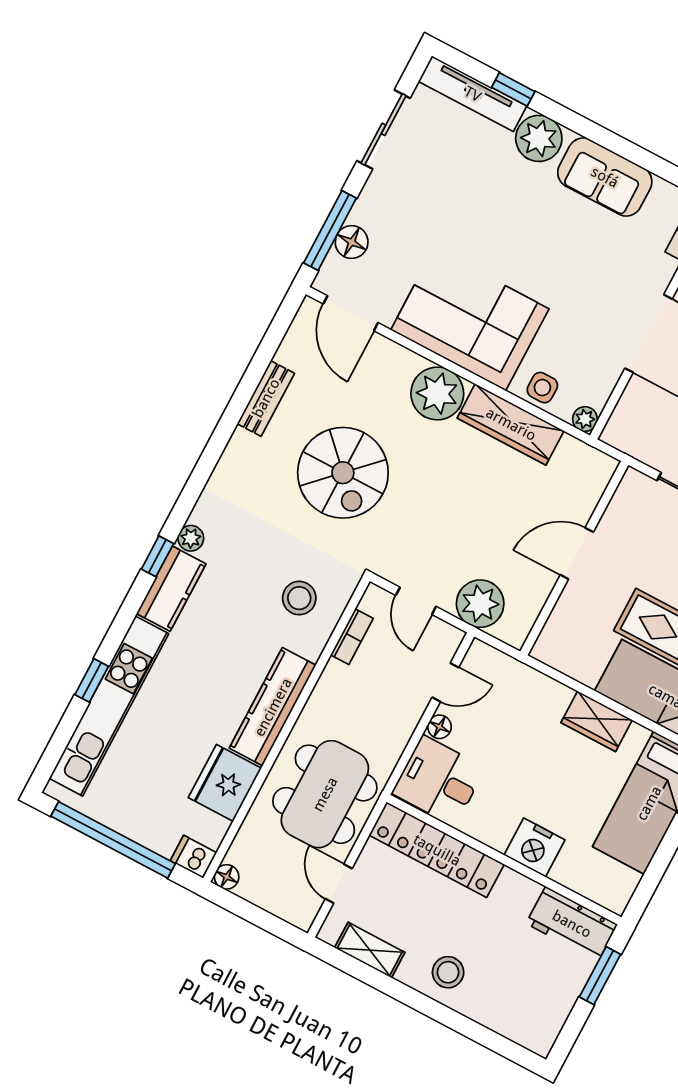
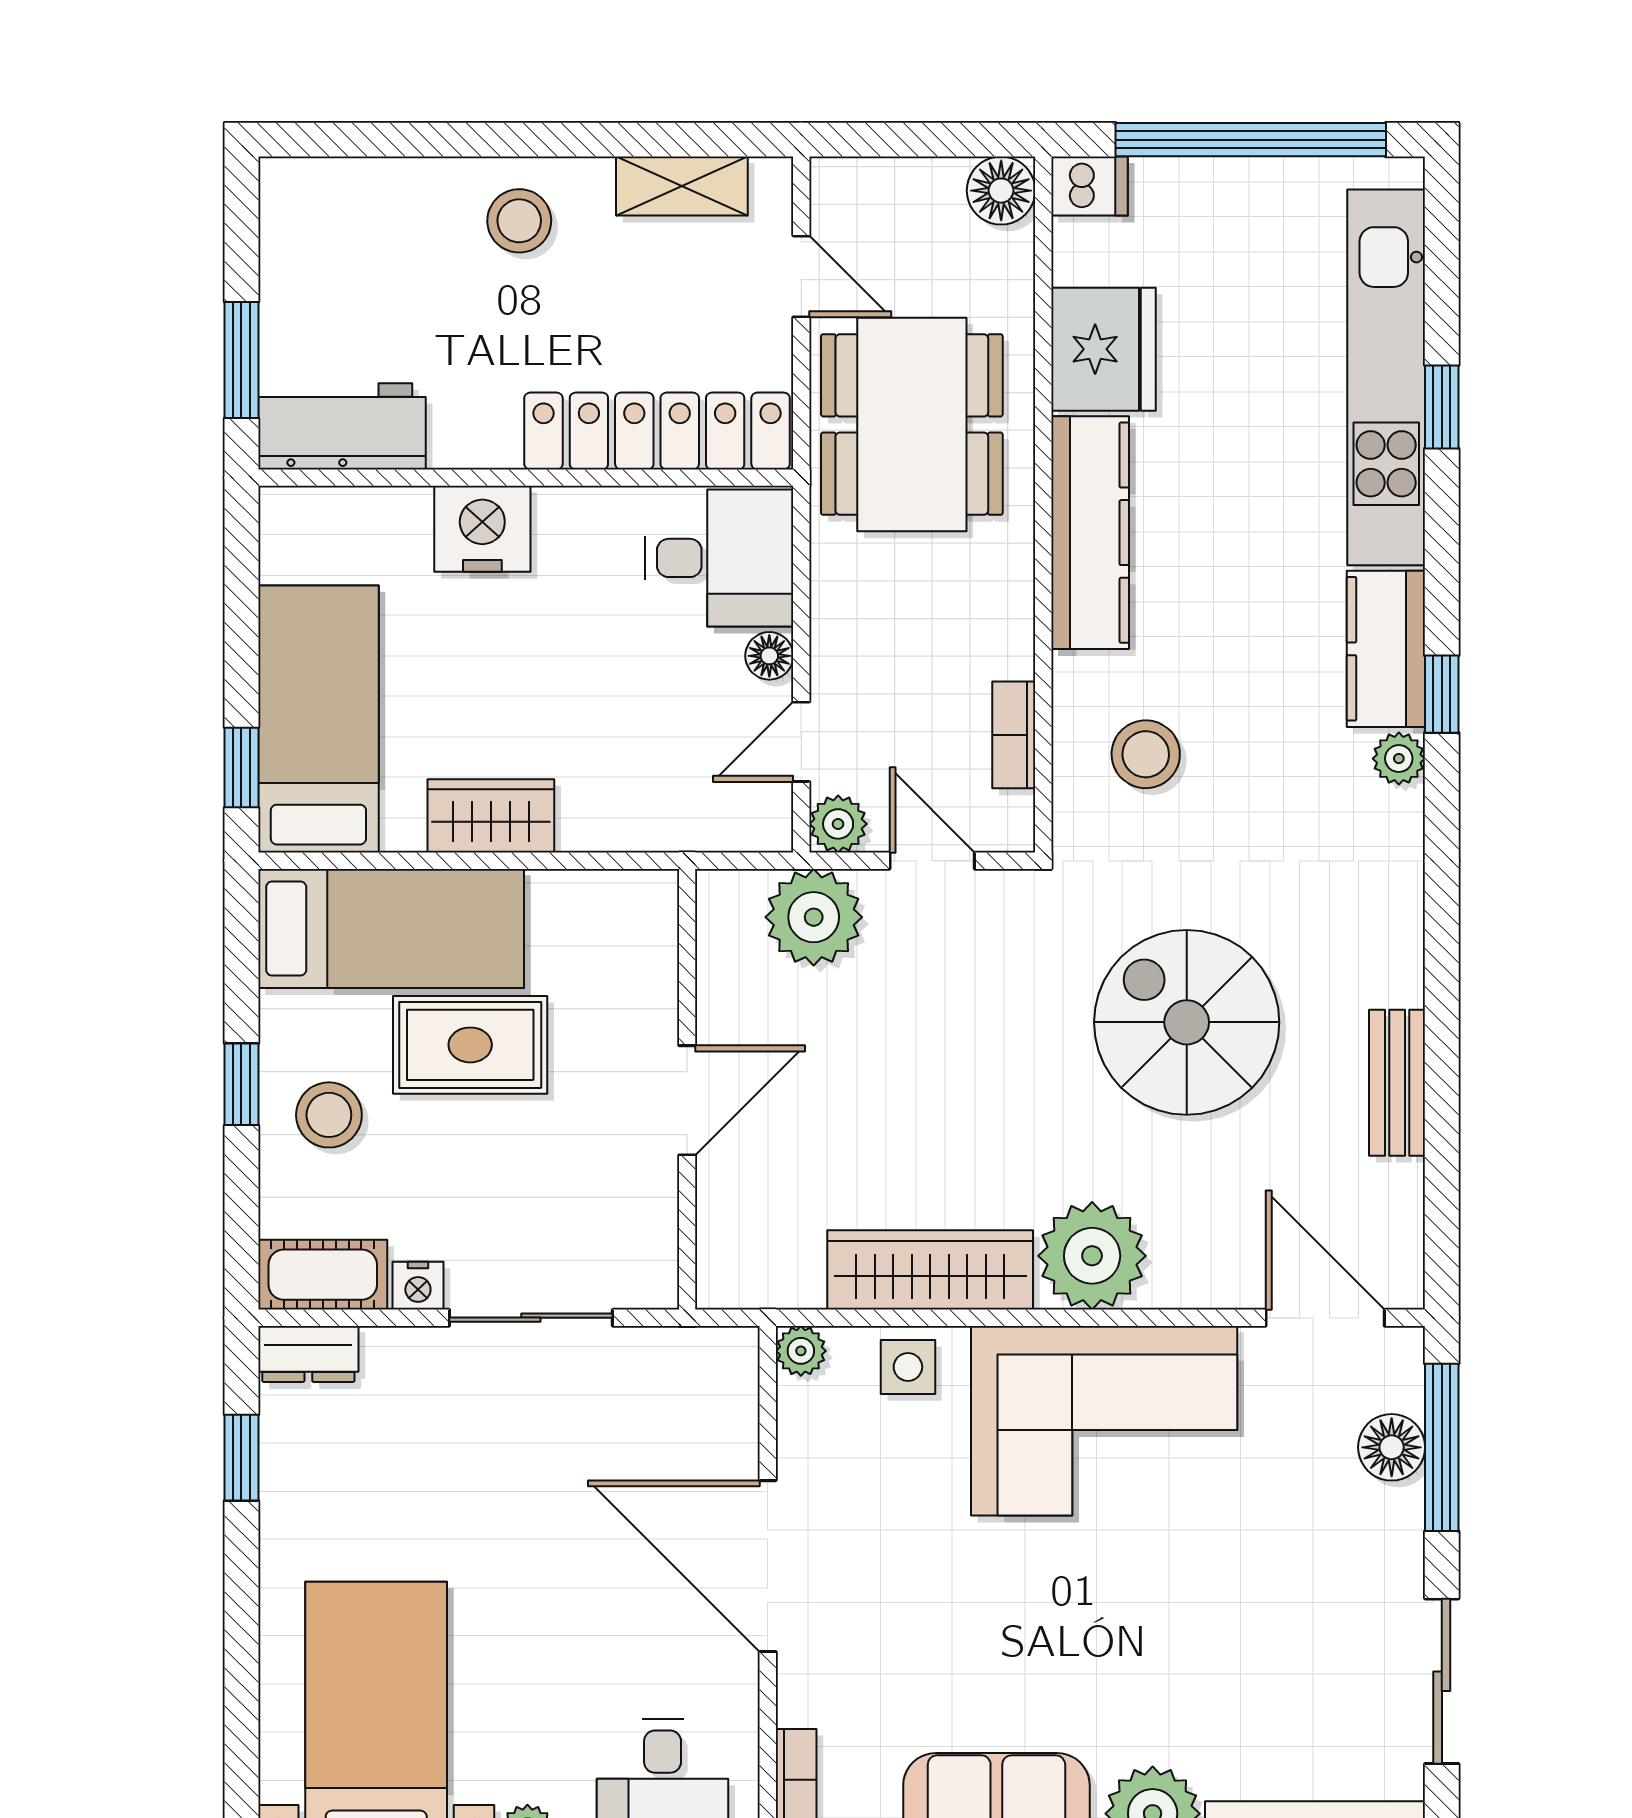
plant: (448, 638) -> (838, 824), added
floor lamp: (227, 877) -> (1001, 191), width x1.37, depth x1.37

